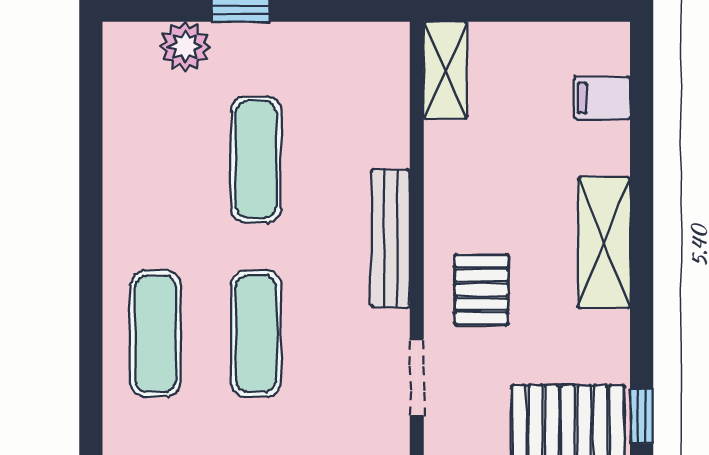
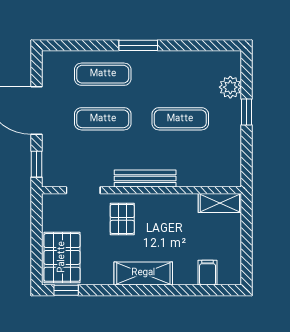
window: (91, 254) -> (138, 45), added
pallet: (481, 290) -> (122, 219), turned 90

